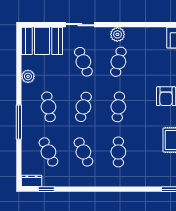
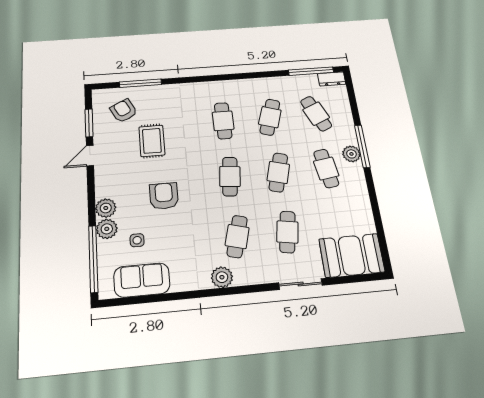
plant: (117, 34) -> (222, 277), moved
cafe table: (83, 62) -> (287, 232), turned 30
plant: (28, 76) -> (351, 154), moved
cafe table: (83, 152) -> (270, 117), turned 42
window: (46, 189) -> (311, 71), width x2.17

